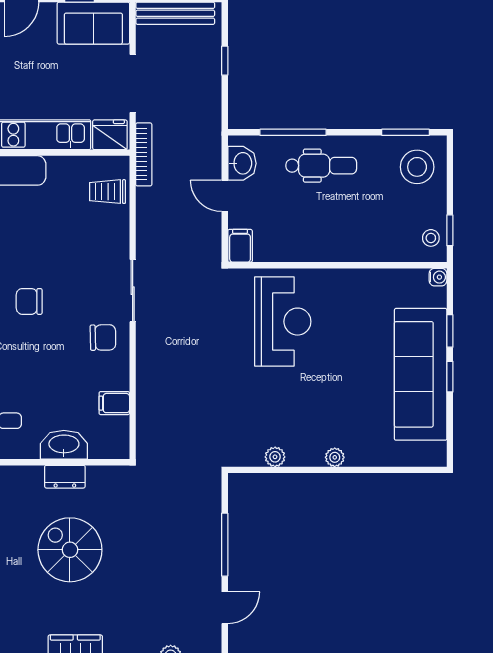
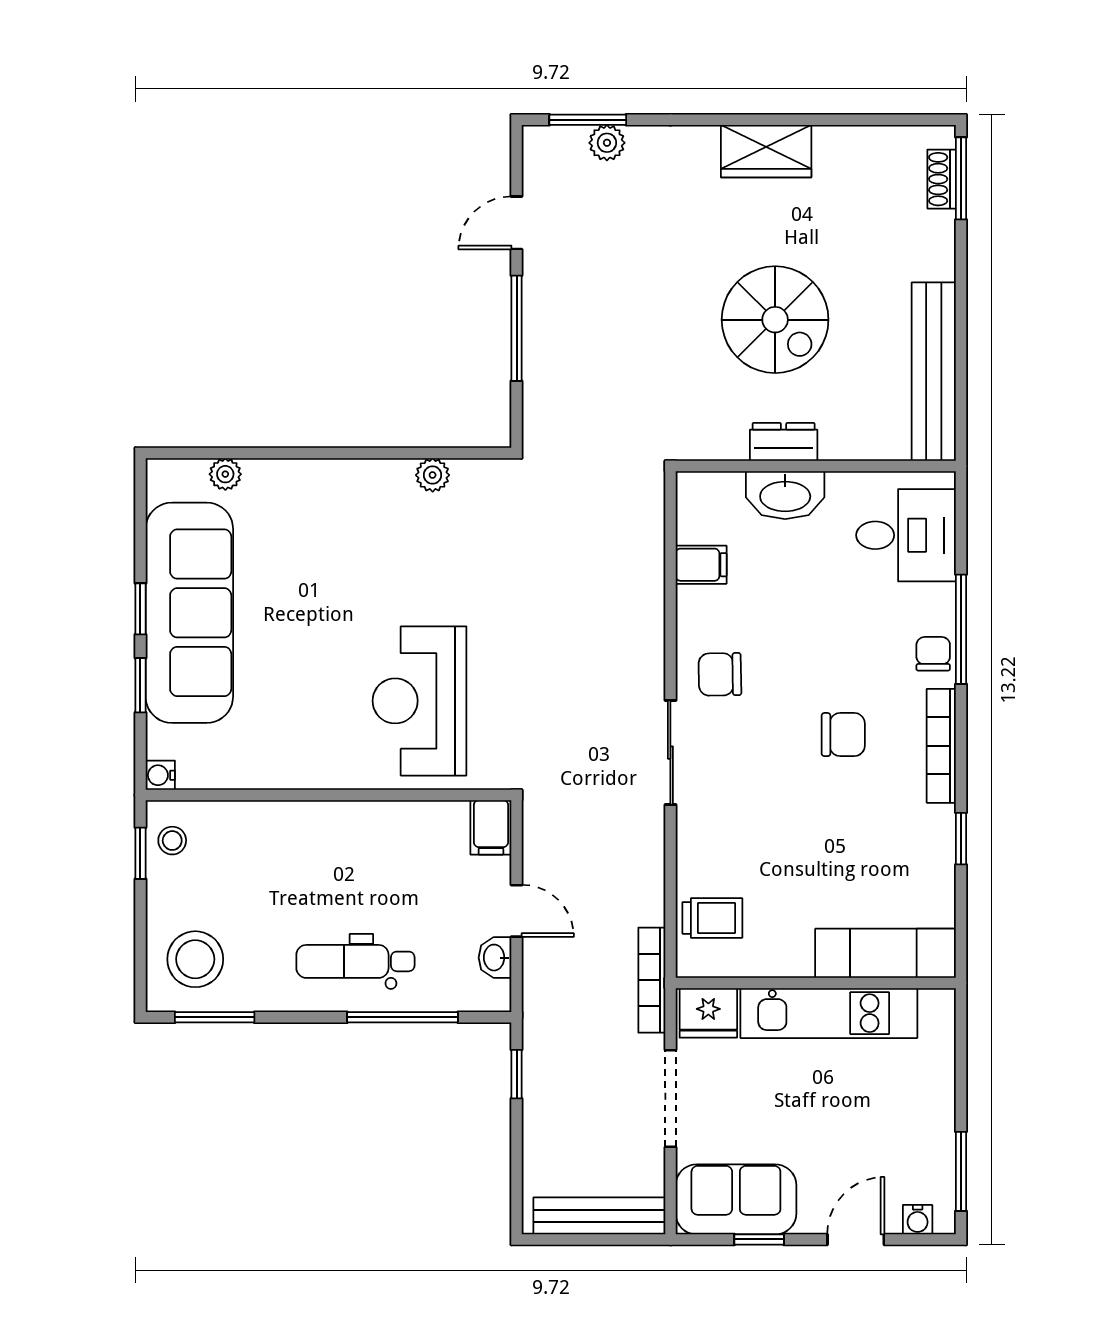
window: (225, 61) -> (517, 1074), moved
washbasin: (242, 163) -> (495, 958), width x0.72, depth x0.69
plant: (335, 457) -> (225, 474), moved

